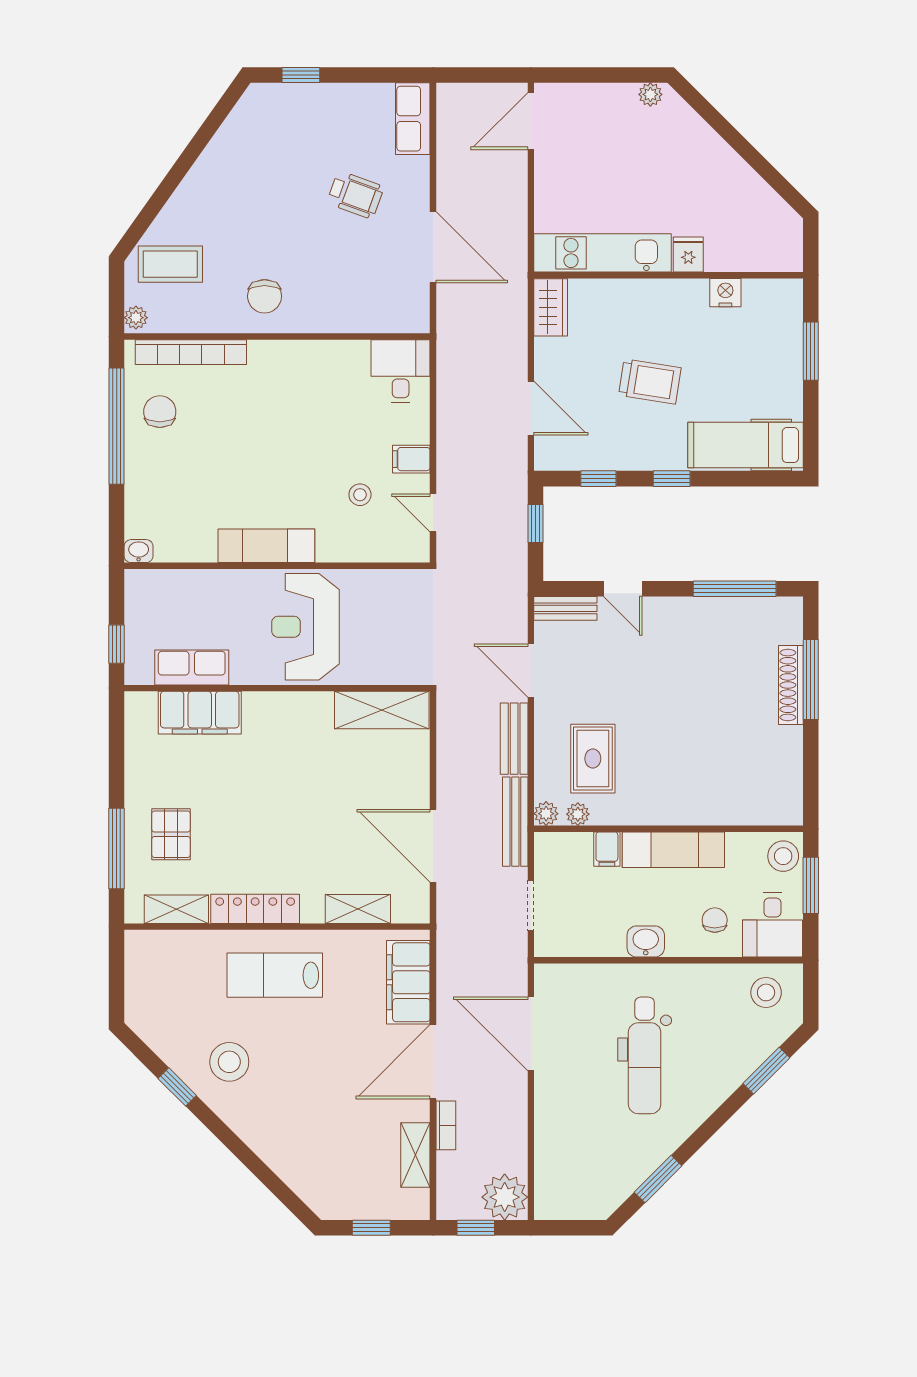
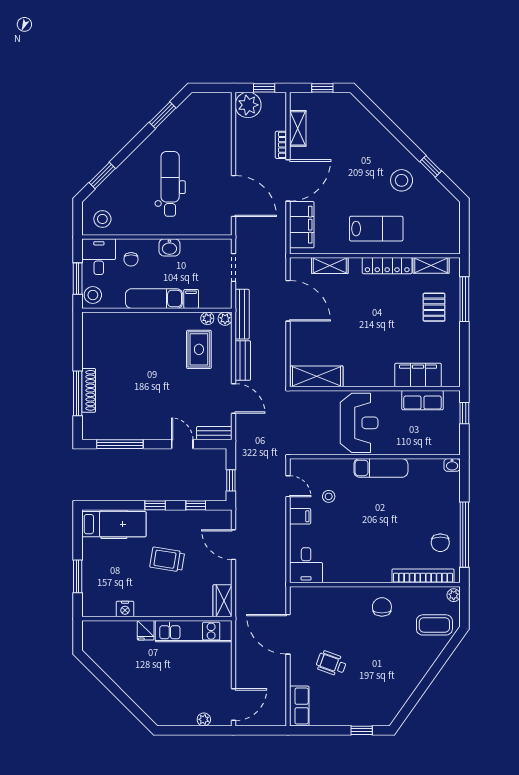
plant: (650, 94) -> (204, 719), moved

